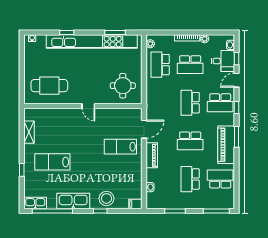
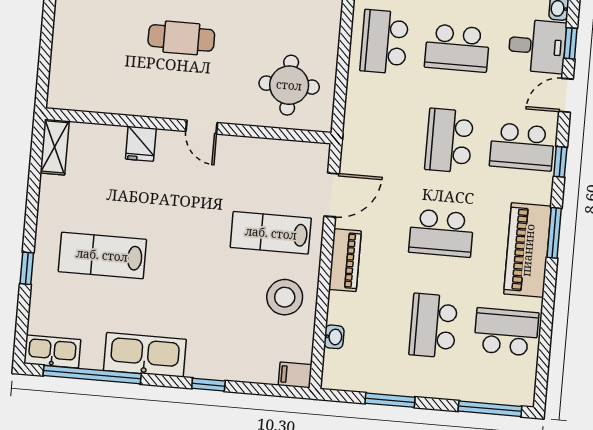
cafe table: (49, 86) -> (181, 38), moved, width x0.73, depth x0.74
fridge: (64, 115) -> (141, 144), added
shelving: (29, 132) -> (55, 147), moved
stool: (106, 198) -> (285, 297), moved

